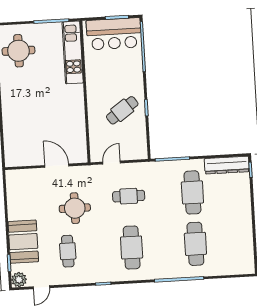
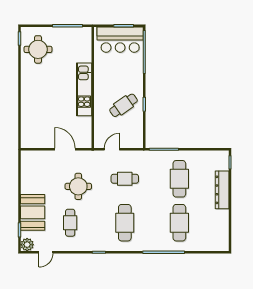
kitchen unit: (73, 52) -> (84, 89), moved
dresser: (227, 165) -> (222, 190), moved, turned 90

